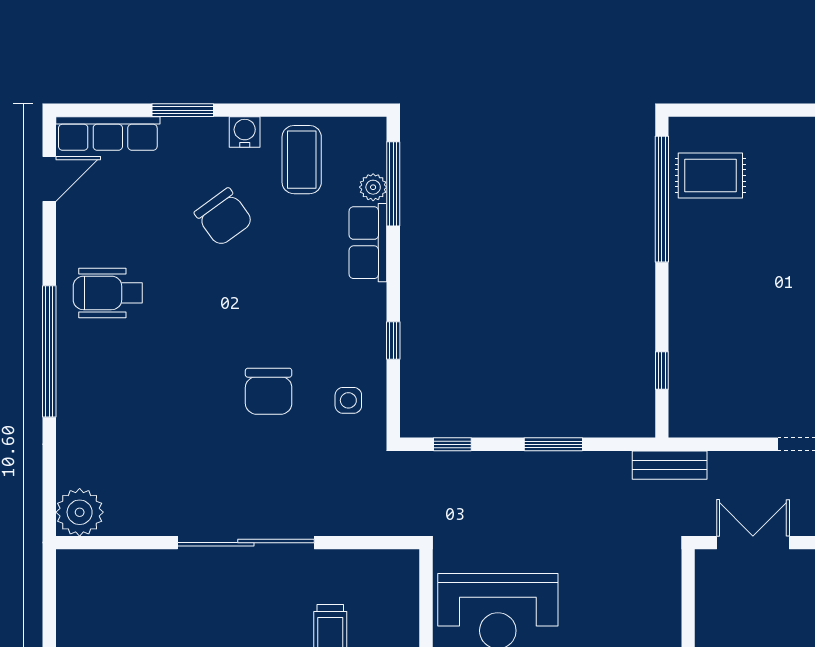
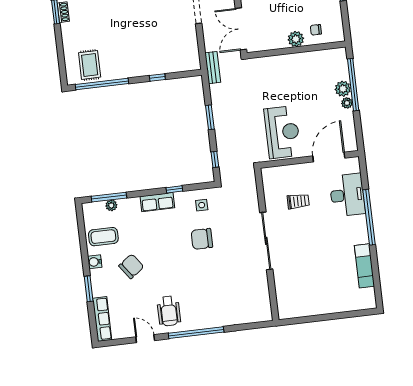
door: (49, 179) -> (145, 339), moved
row of seats: (368, 243) -> (157, 202), moved
window: (662, 370) -> (157, 77), moved
chair: (269, 391) -> (202, 239), turned 180
plant: (80, 512) -> (262, 312), removed
double door: (753, 543) -> (241, 29), width x1.37

